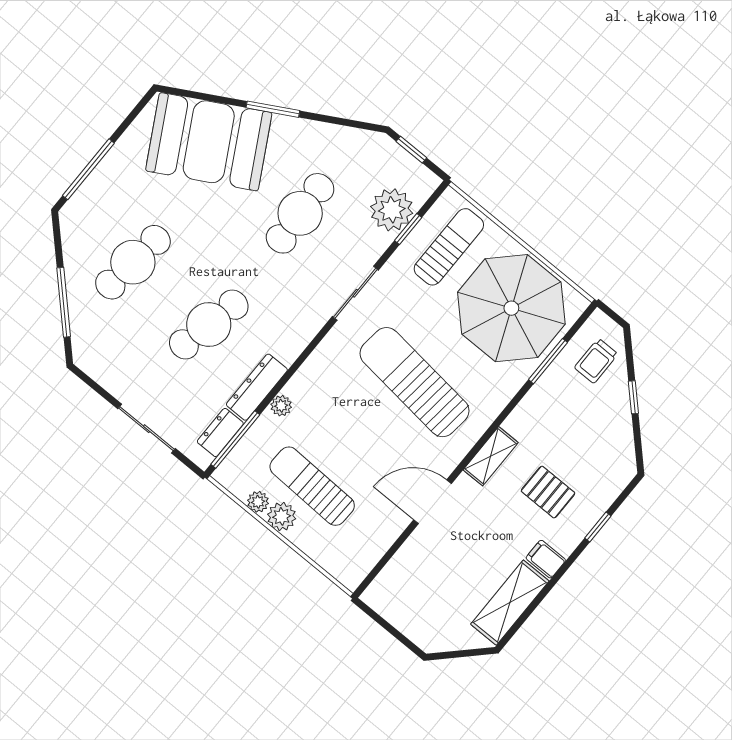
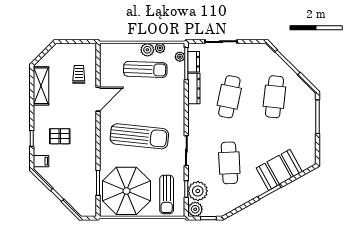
booth: (209, 142) -> (279, 170), width x0.73, depth x0.70
plant: (421, 183) -> (195, 209), added
trolley: (596, 361) -> (79, 74), moved
plant: (281, 406) -> (180, 57), moved
shelving: (491, 456) -> (91, 132), removed
filing cabinet: (546, 559) -> (41, 161), moved

